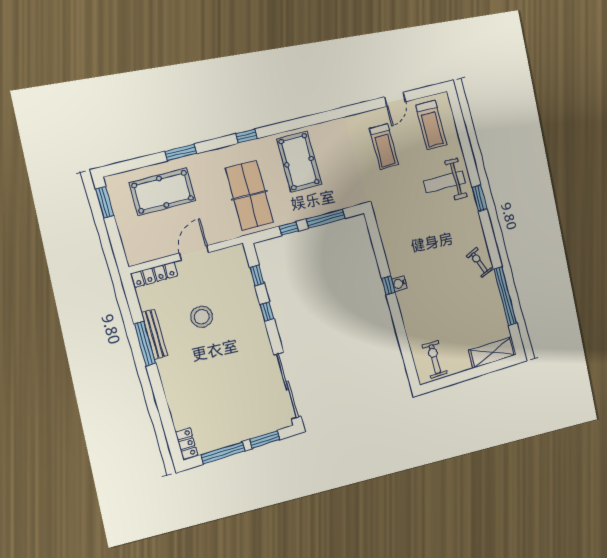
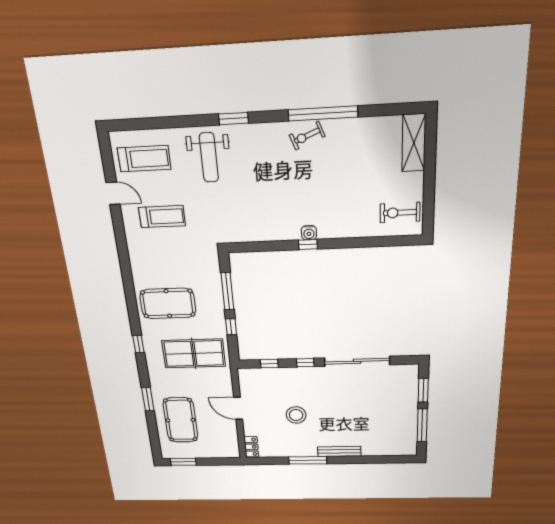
locker: (154, 275) -> (251, 447), width x0.66
window: (505, 296) -> (323, 113), moved
bench: (155, 334) -> (339, 451), moved
sliding door: (287, 386) -> (357, 361), moved
locker: (187, 444) -> (403, 450), removed

